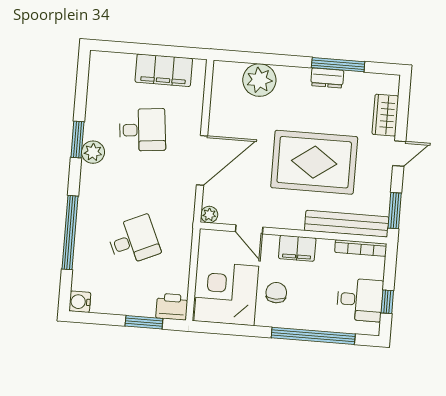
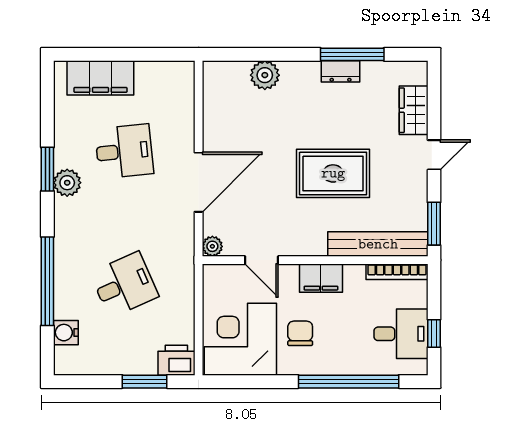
filing cabinet: (164, 70) -> (100, 78), moved
plant: (259, 80) -> (265, 75), width x0.73, depth x0.73
rug: (314, 162) -> (333, 173), width x0.73, depth x0.69
water cooler: (80, 302) -> (66, 333), moved

